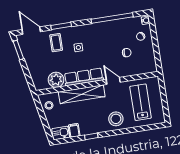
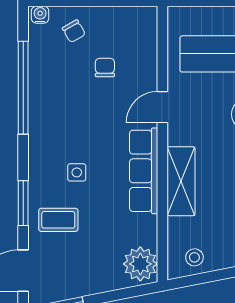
plant: (56, 80) -> (140, 264), moved
shelving: (82, 94) -> (181, 181), width x0.68

